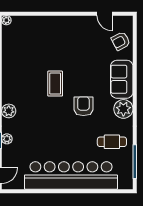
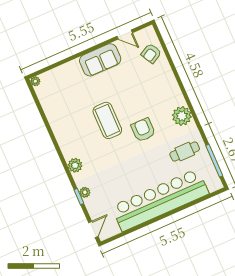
sofa: (122, 79) -> (100, 60), moved, turned -90
coffee table: (55, 84) -> (107, 120), width x1.36, depth x1.32

